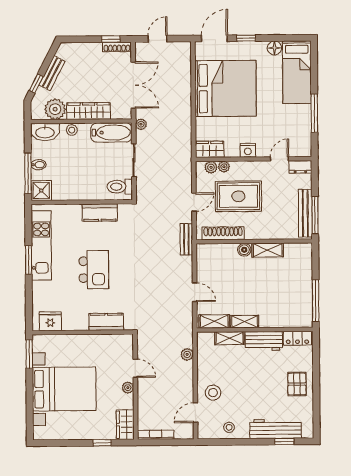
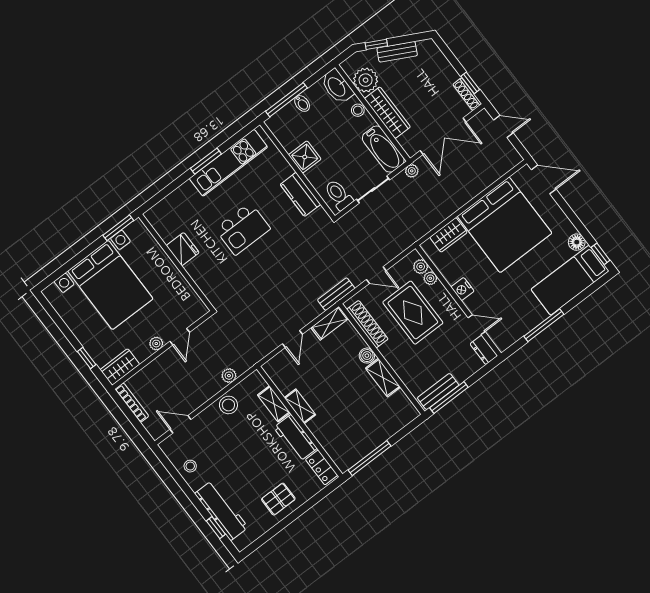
window: (246, 38) -> (601, 254), moved
wardrobe: (210, 149) -> (448, 235), moved, turned 90
shower: (41, 191) -> (305, 157), moved
bench: (305, 213) -> (438, 392), width x0.73
fridge: (50, 321) -> (183, 249), moved
shelving: (214, 321) -> (330, 323), moved, turned 90
kitchen counter: (106, 322) -> (203, 277), removed
stool: (213, 393) -> (228, 405), moved

